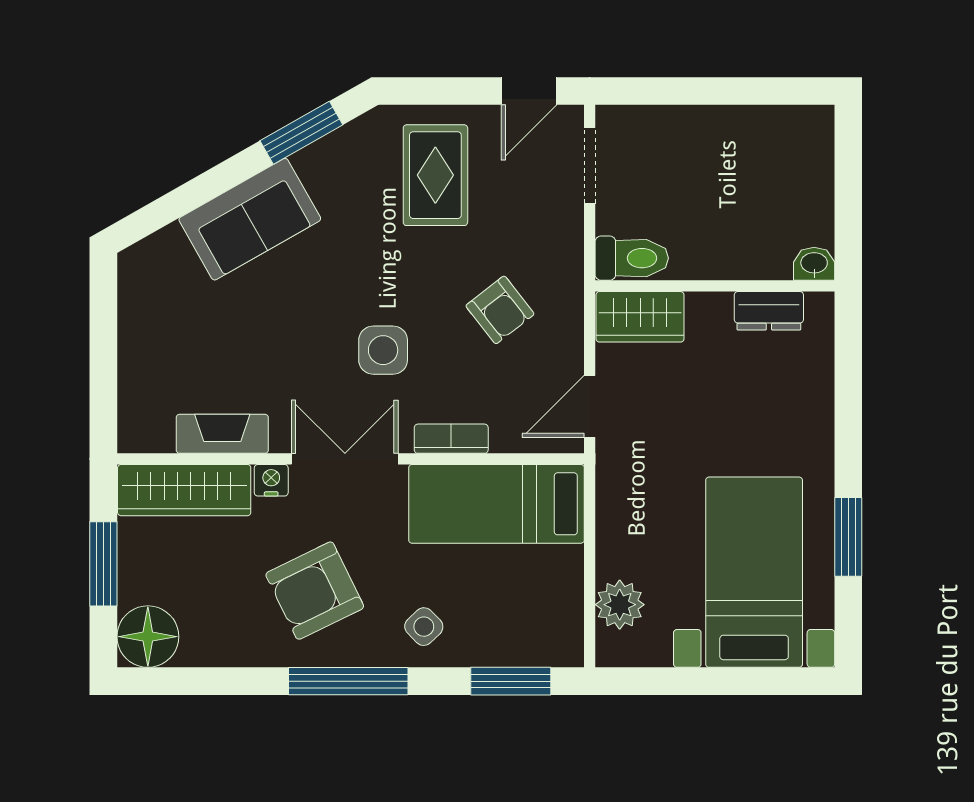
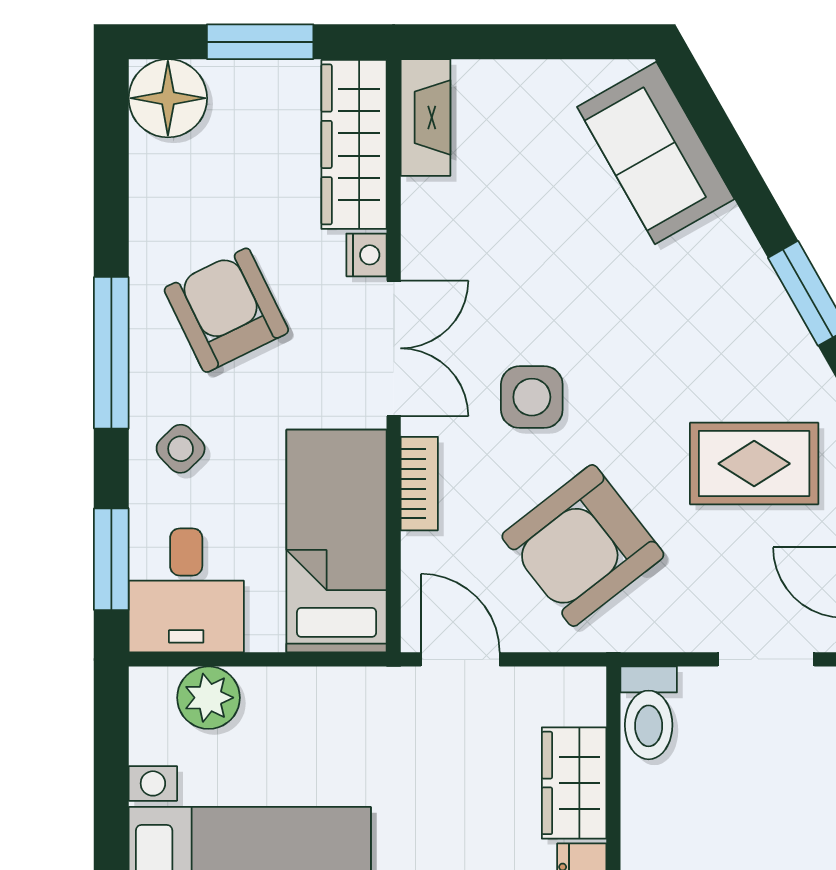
sofa: (250, 219) -> (656, 153), moved
armchair: (500, 310) -> (583, 546), width x1.88, depth x1.88
wardrobe: (640, 317) -> (574, 783), moved
fireplace: (222, 434) -> (426, 117), moved
desk: (535, 622) -> (186, 590), added

